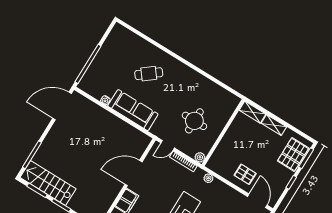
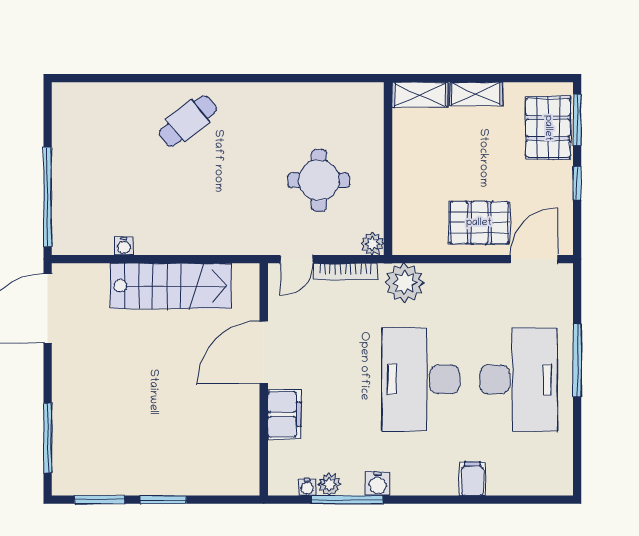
cafe table: (149, 74) -> (188, 121), moved
sofa: (133, 110) -> (188, 232), removed
pallet: (245, 174) -> (479, 223), width x1.50, depth x1.42
plant: (208, 178) -> (405, 283), width x1.88, depth x1.88
stairs: (48, 183) -> (171, 286), moved, turned 180
door: (257, 201) -> (534, 259), hinge flipped

